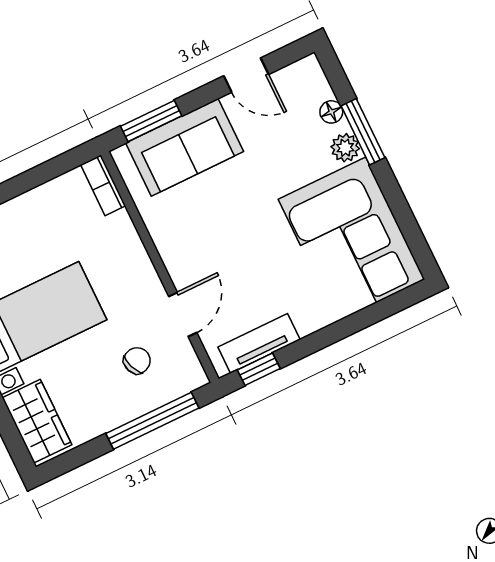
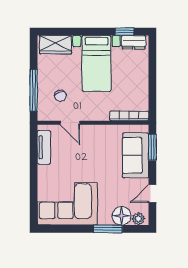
floor lamp: (331, 112) -> (122, 216), width x1.89, depth x1.89
plant: (345, 148) -> (138, 219), moved
bookcase: (103, 185) -> (129, 116), width x1.56
window: (259, 369) -> (34, 142), removed

